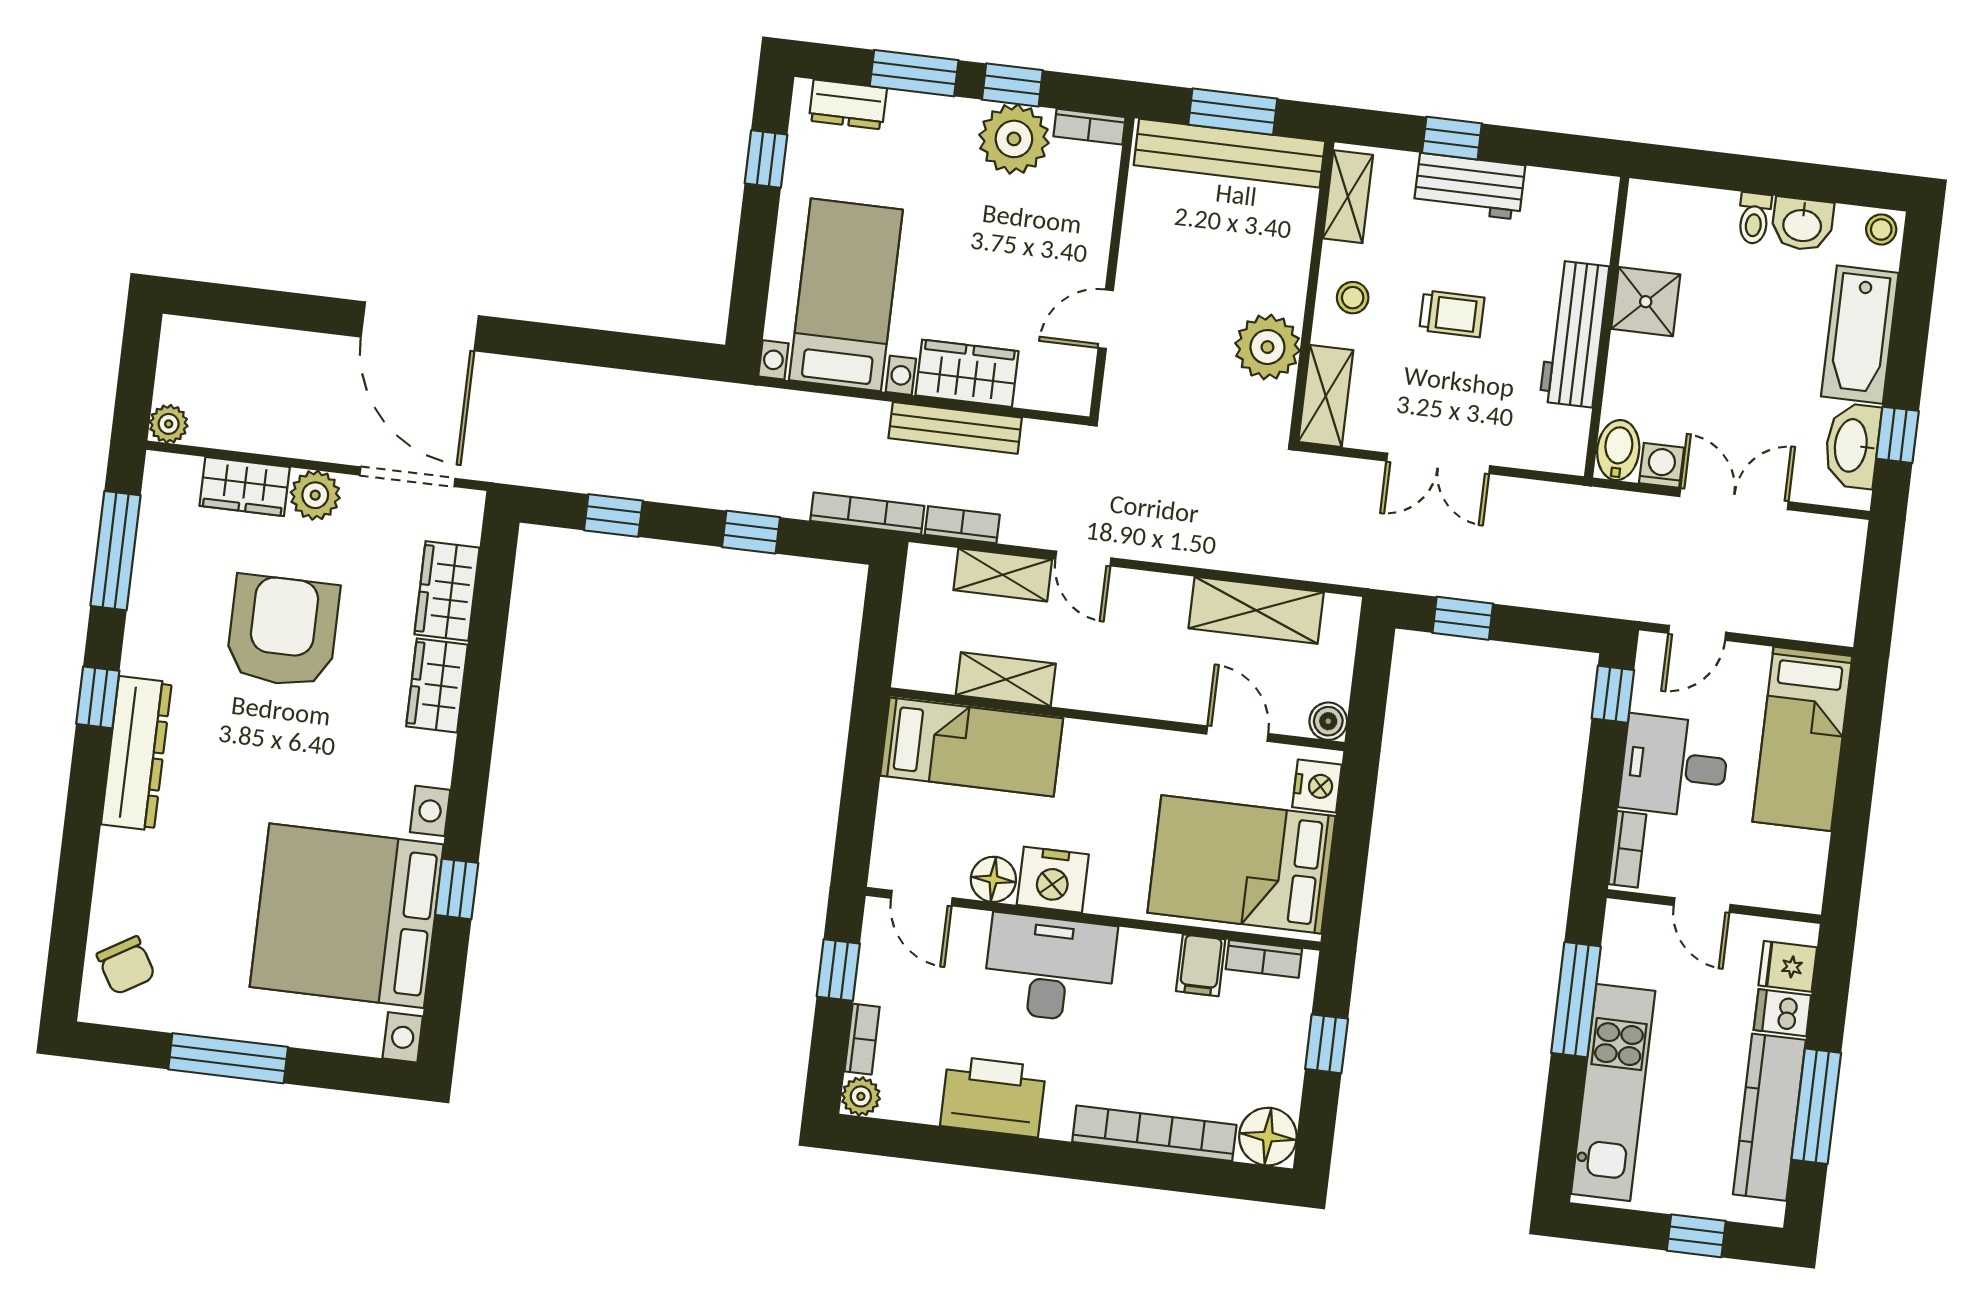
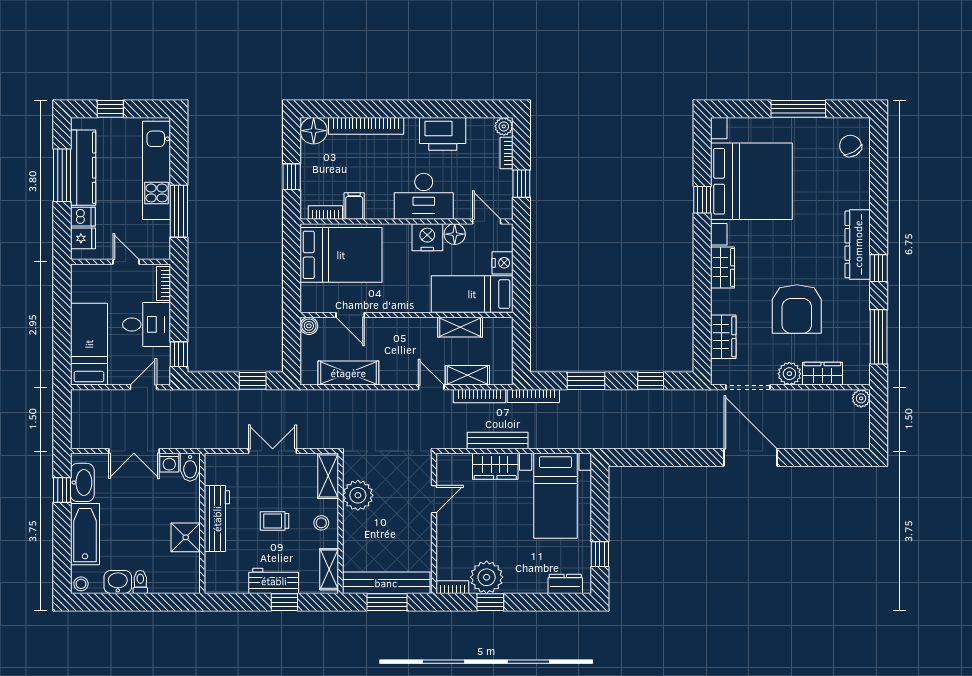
window: (914, 73) -> (536, 602), removed
bookcase: (962, 525) -> (479, 396), width x1.56
window: (751, 532) -> (586, 381), width x1.50
wardrobe: (437, 685) -> (723, 267), moved
nightstand: (1317, 786) -> (502, 263), moved, turned 180

